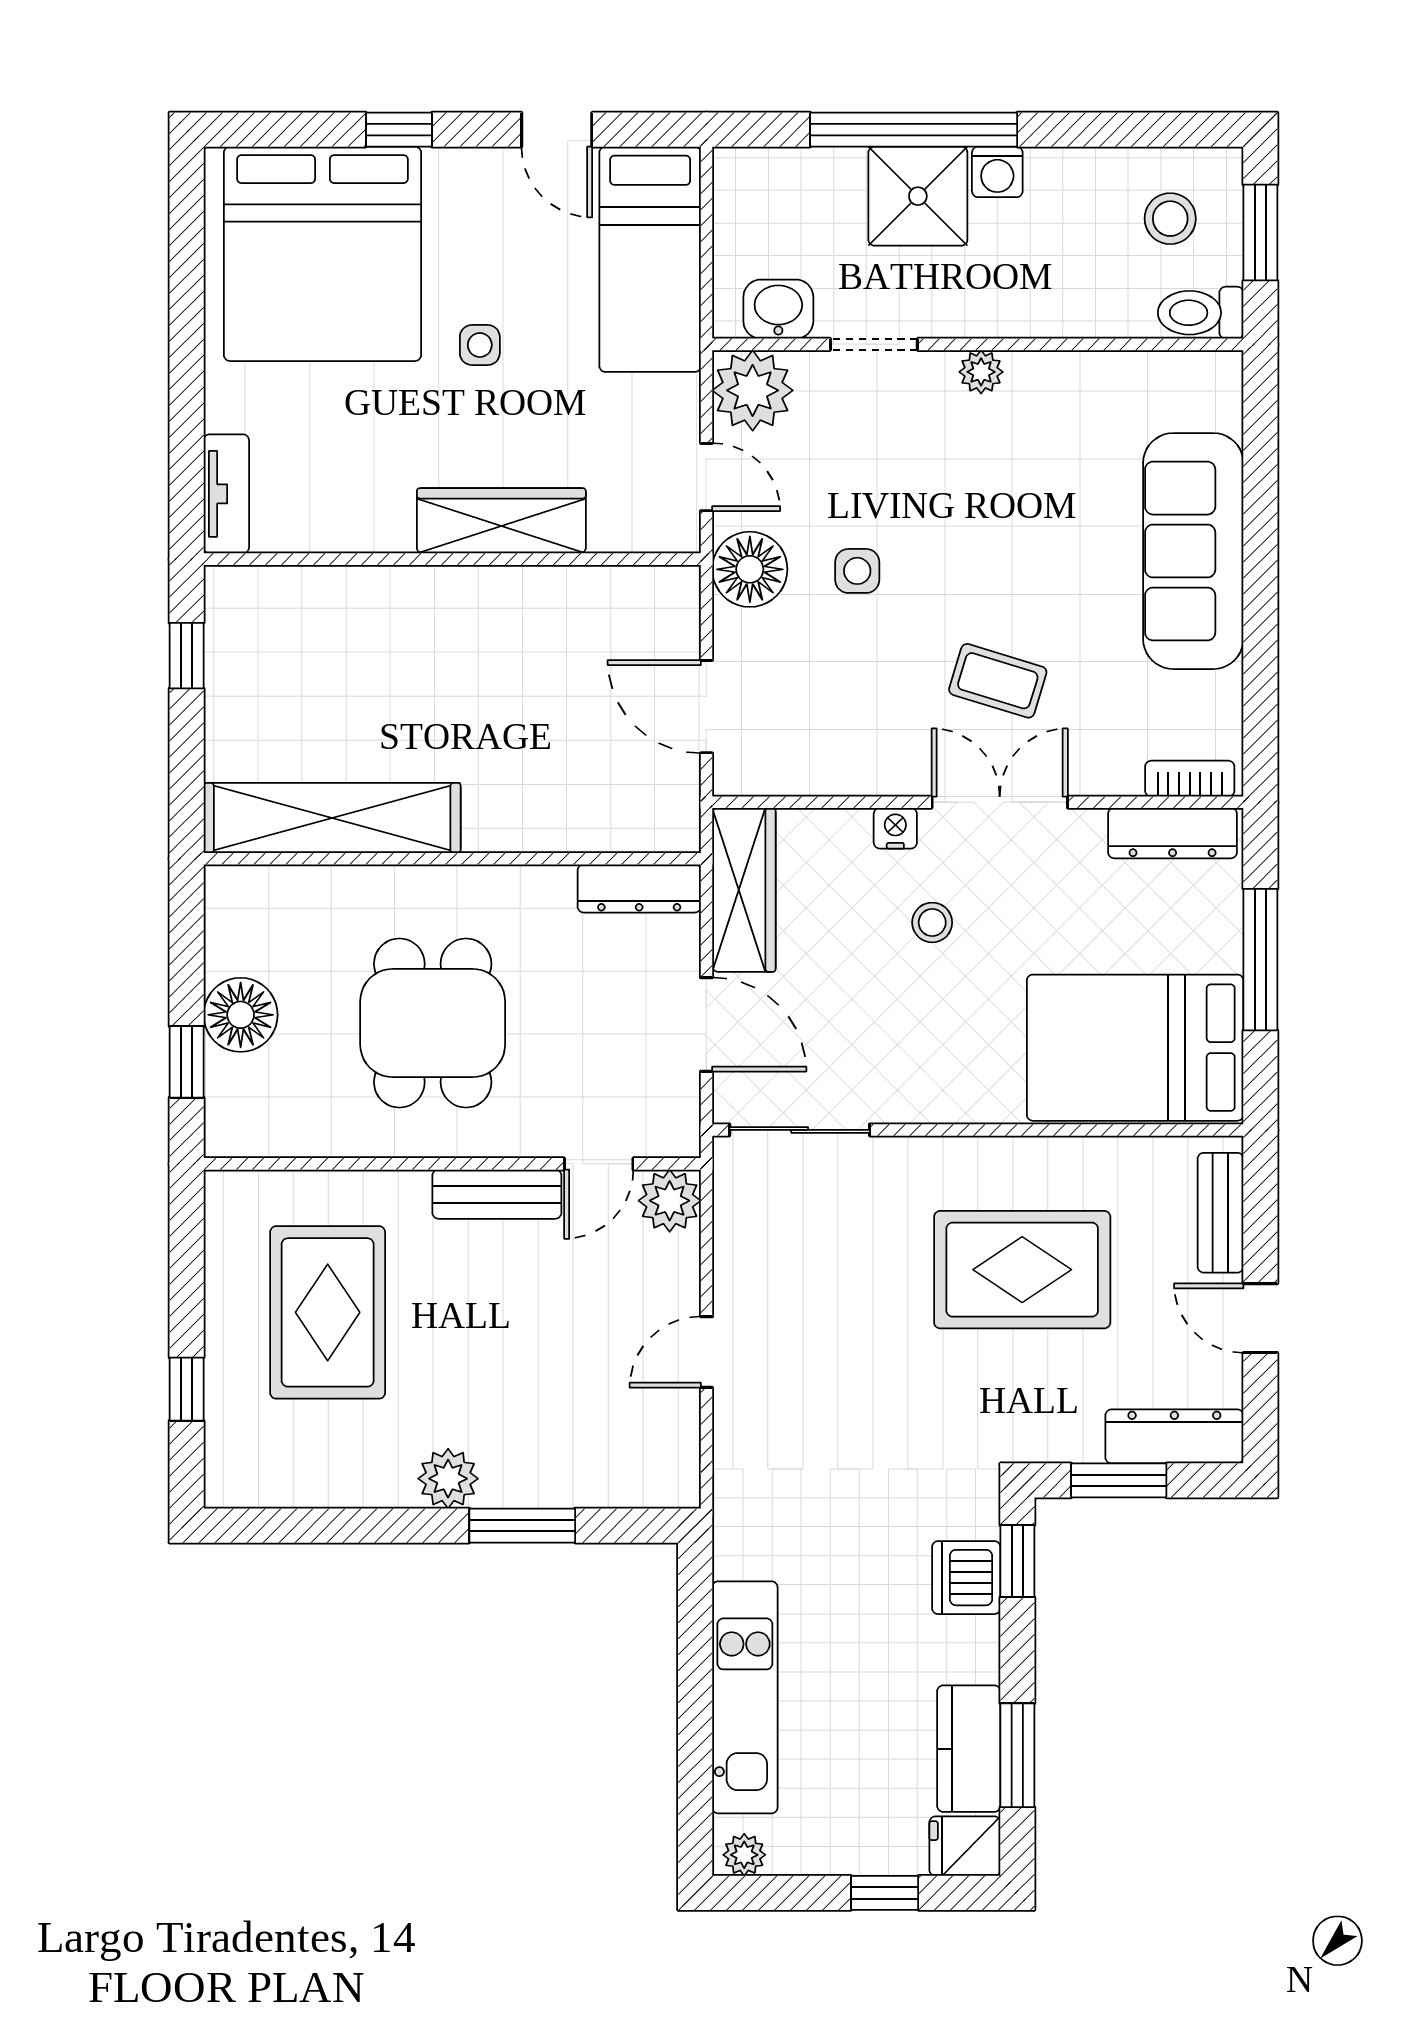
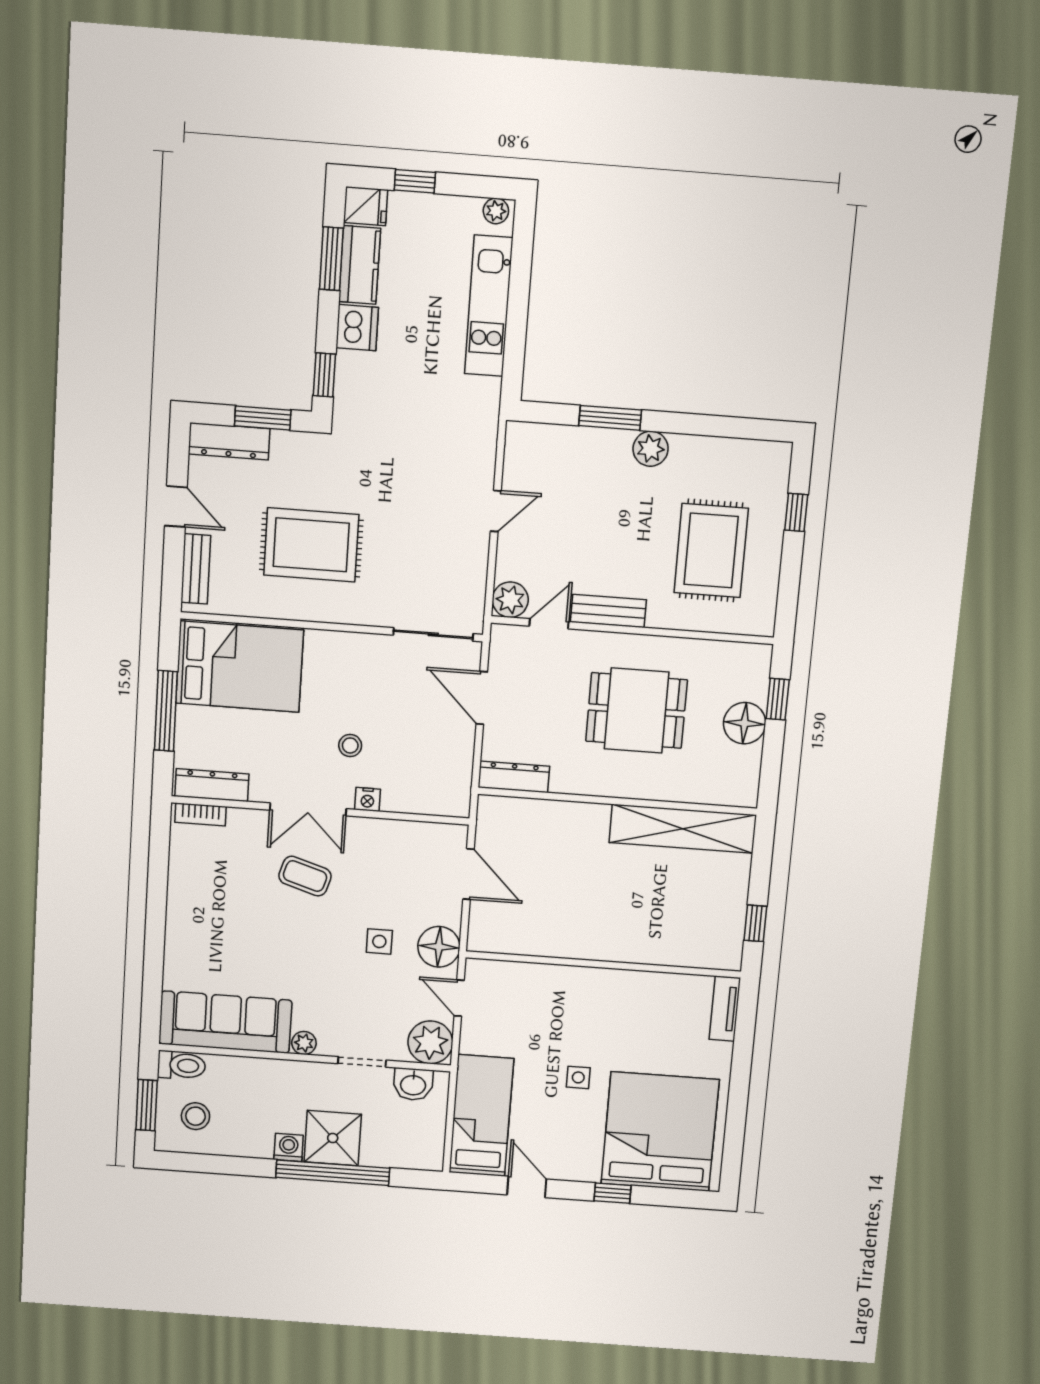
wardrobe: (501, 521) -> (574, 983), removed
sofa: (1193, 551) -> (225, 1022), moved, turned -90
wardrobe: (744, 890) -> (455, 772), removed
dining table: (433, 1023) -> (637, 710), turned 90
dishwasher: (966, 1578) -> (357, 328), moved

